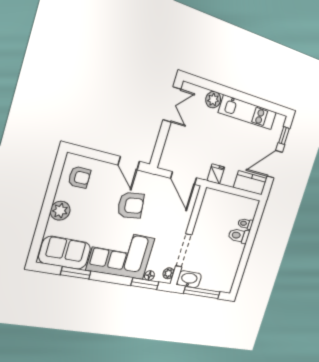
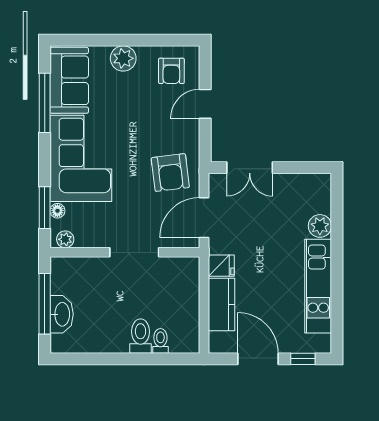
double door: (172, 104) -> (250, 168), moved
door: (129, 163) -> (205, 104), moved
kitchen counter: (250, 183) -> (221, 305), moved
armchair: (131, 205) -> (170, 173), moved
doorway: (184, 250) -> (134, 252), moved
window: (76, 273) -> (45, 103), width x1.44
washbasin: (189, 279) -> (62, 314), moved

